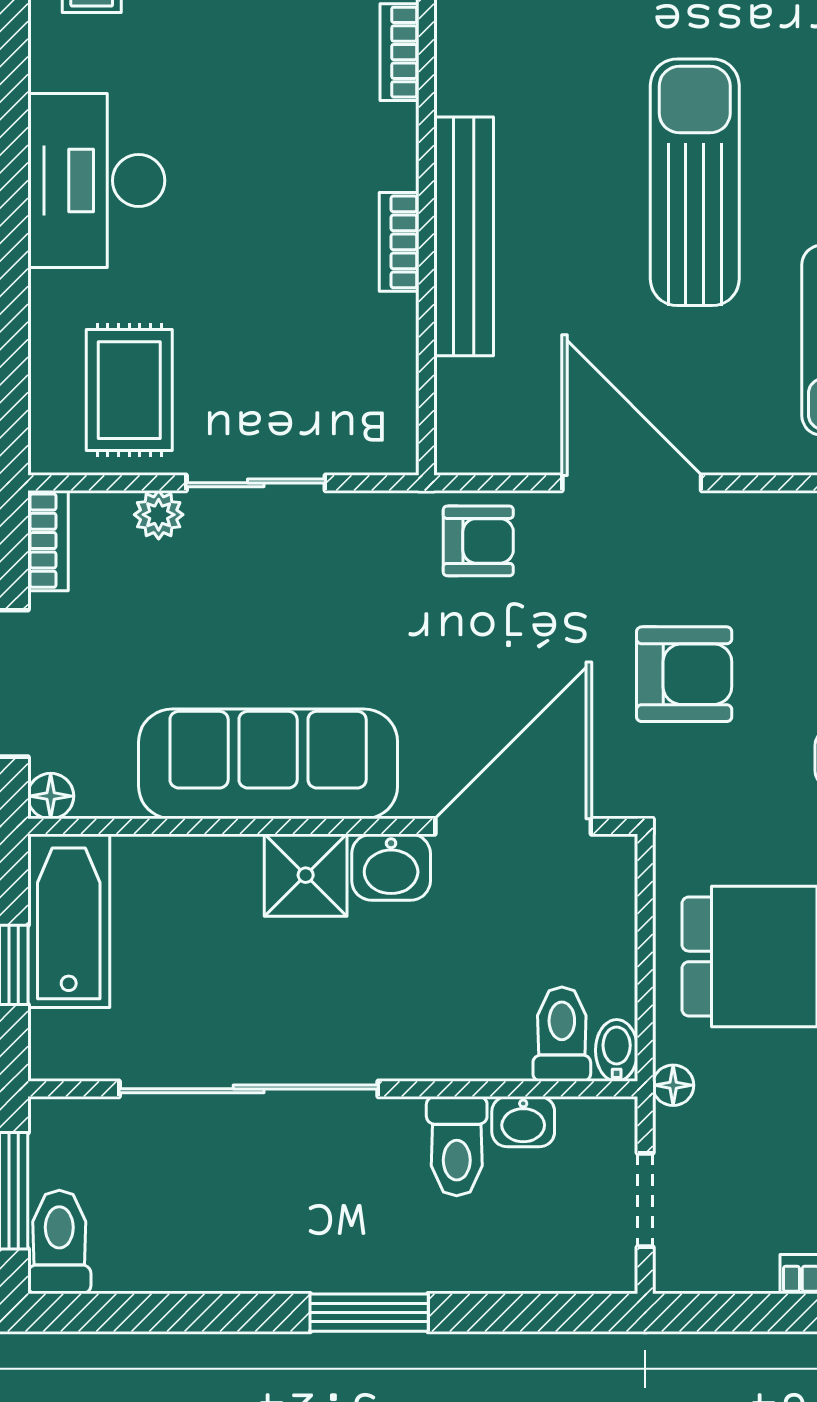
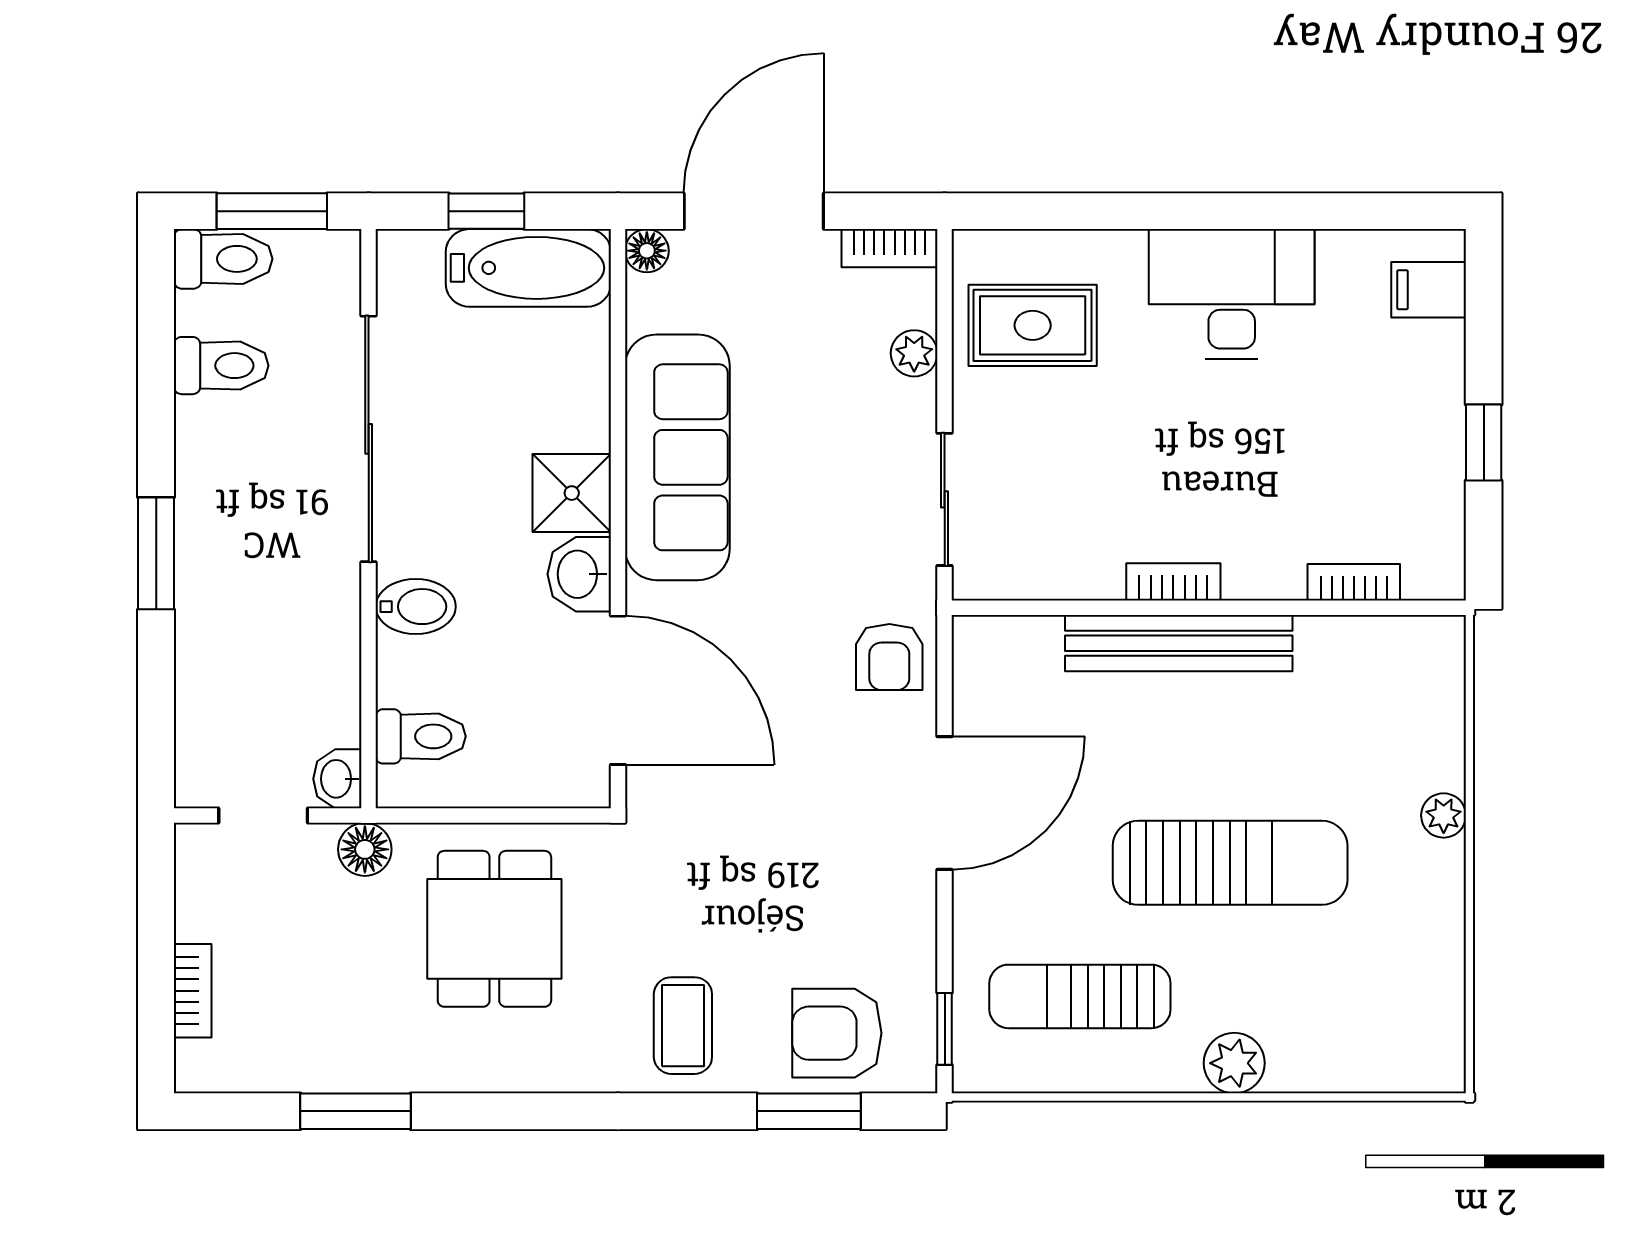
sliding door: (256, 483) -> (945, 499), moved
armchair: (684, 674) -> (763, 853), removed
bidet: (617, 1050) -> (416, 607), moved, width x1.38, depth x1.36
floor lamp: (673, 1085) -> (365, 849), width x1.37, depth x1.37
washbasin: (523, 1122) -> (337, 779), moved
toilet: (457, 1146) -> (221, 366), moved, turned 180

